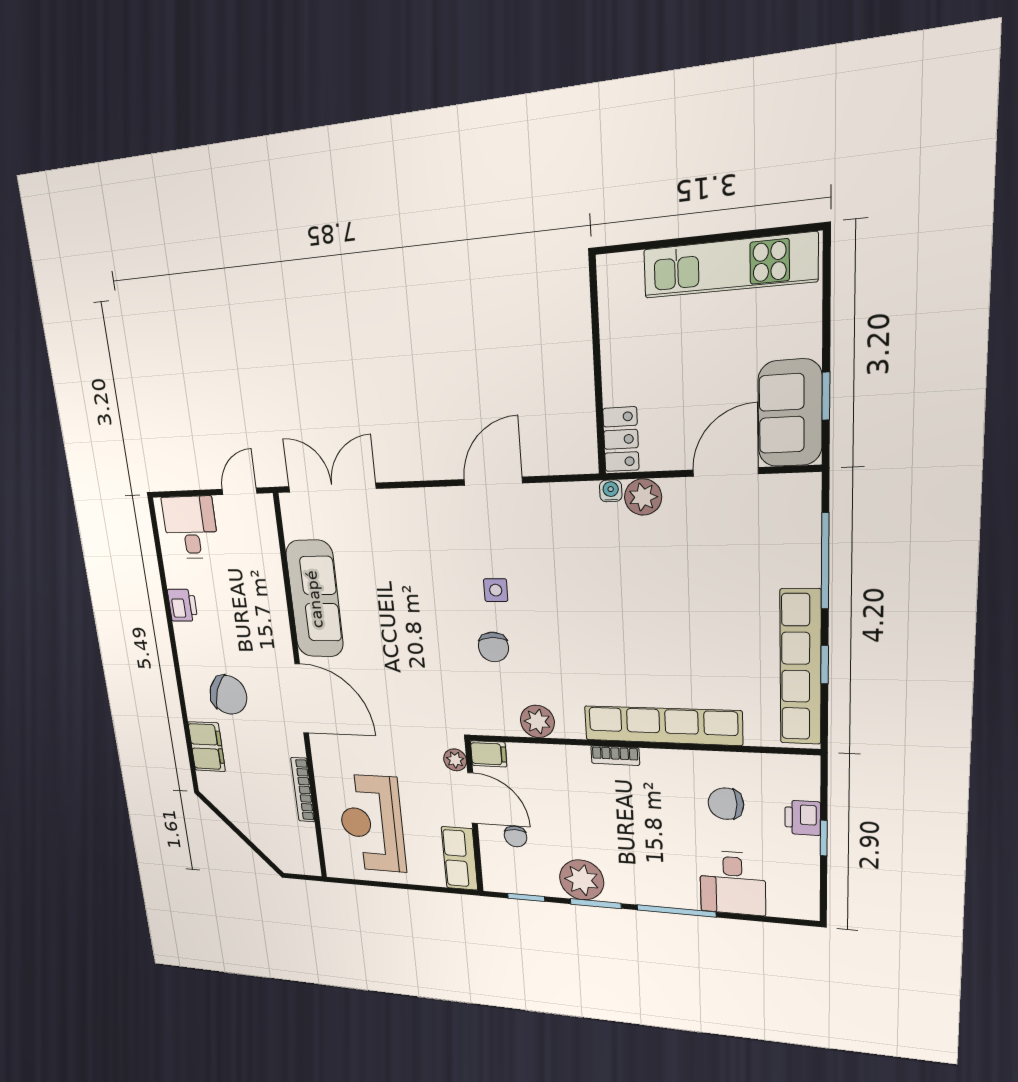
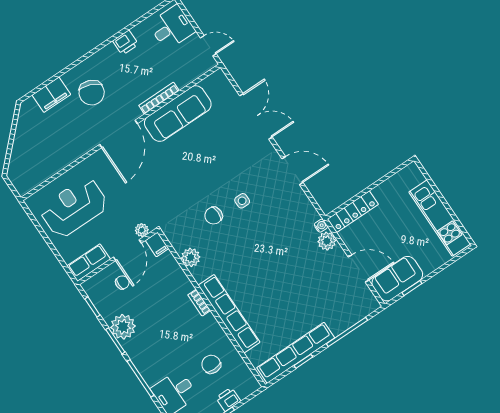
locker: (621, 439) -> (353, 212), width x1.53
double door: (332, 488) -> (256, 116), moved
bookcase: (303, 790) -> (159, 98), moved
chair: (516, 836) -> (122, 282), turned 180

